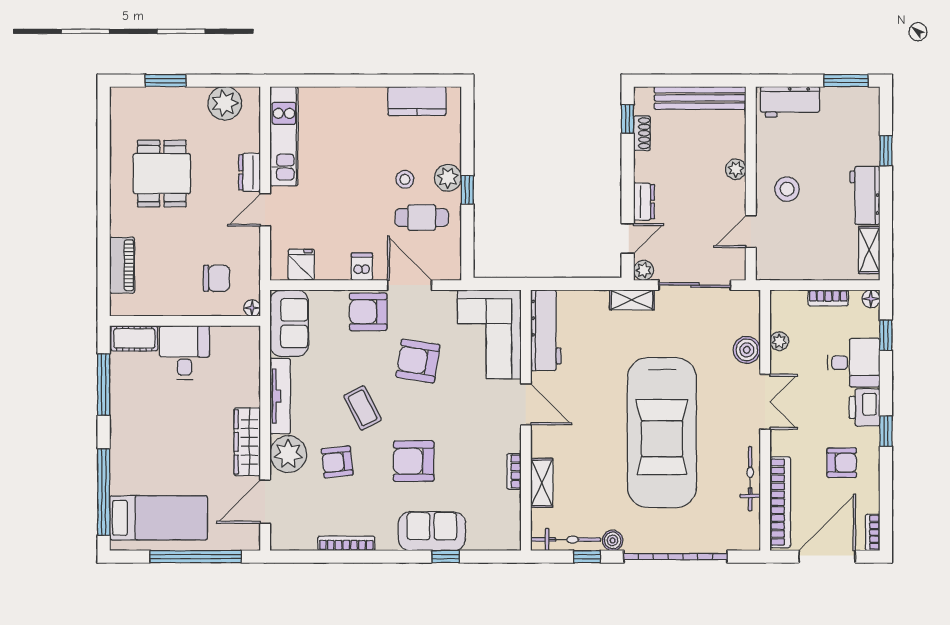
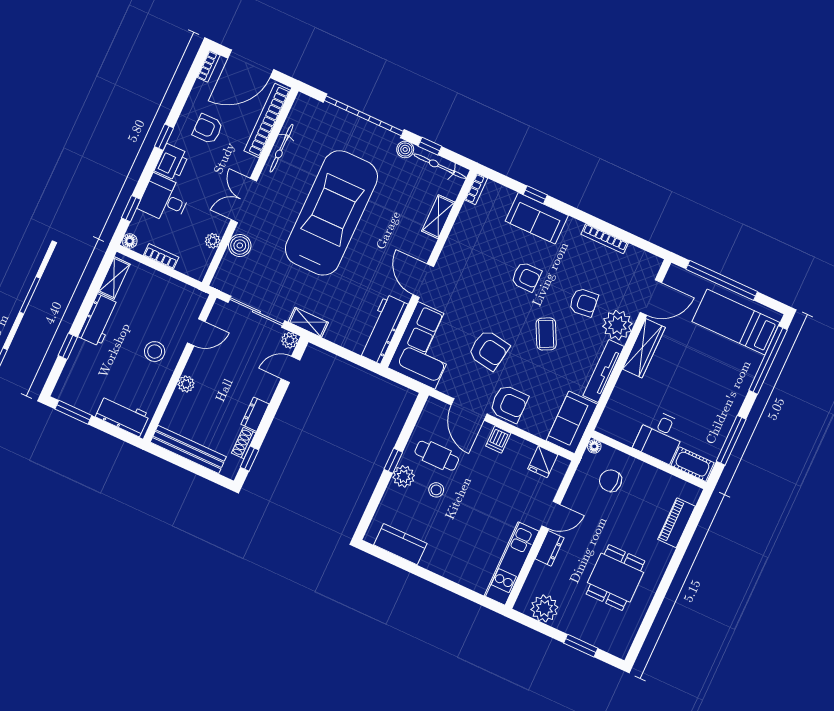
dresser: (644, 202) -> (255, 414), moved
armchair: (414, 461) -> (526, 277), width x0.72, depth x0.72
bookcase: (514, 471) -> (476, 189), moved

